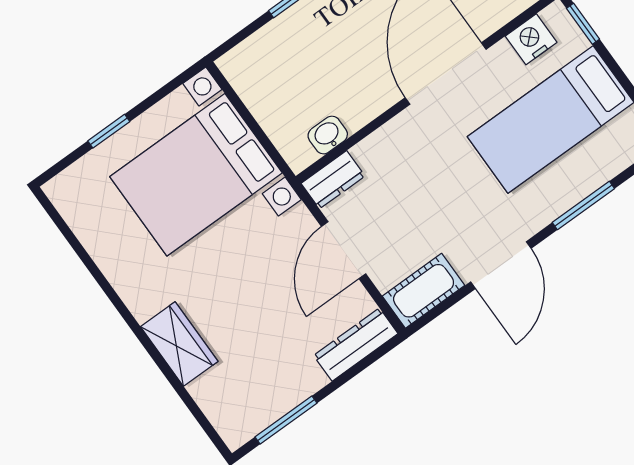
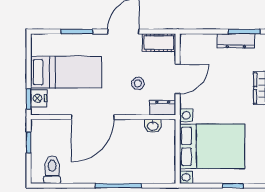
nightstand: (531, 39) -> (39, 98), moved, turned 90
stool: (409, 191) -> (138, 83), added
dresser: (356, 344) -> (236, 41), moved

